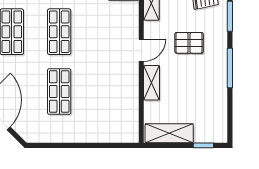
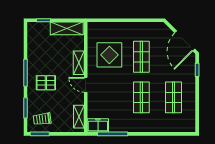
pallet: (189, 43) -> (46, 83), moved
door: (141, 50) -> (86, 85), hinge flipped
display table: (106, 94) -> (109, 55), added

